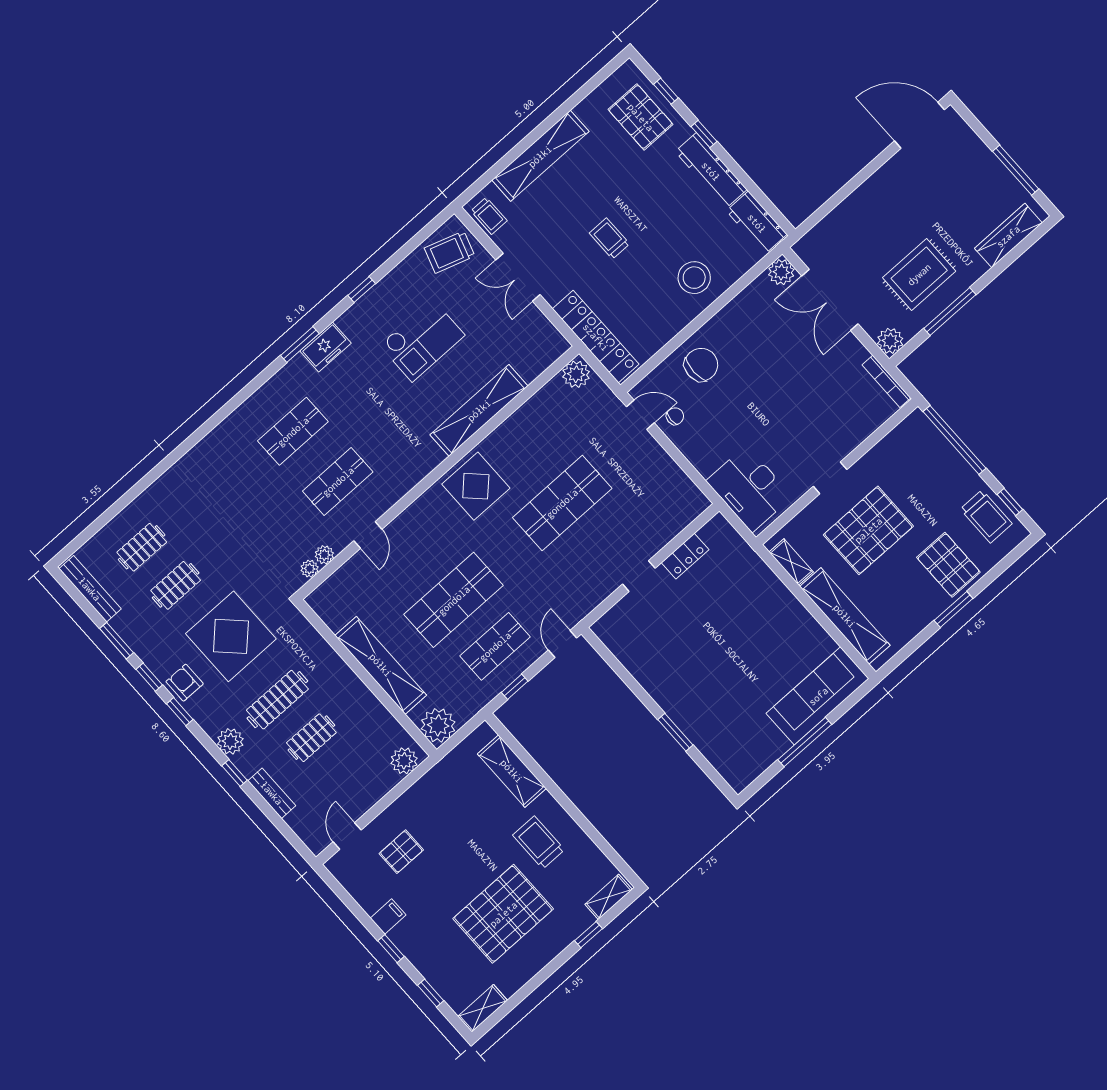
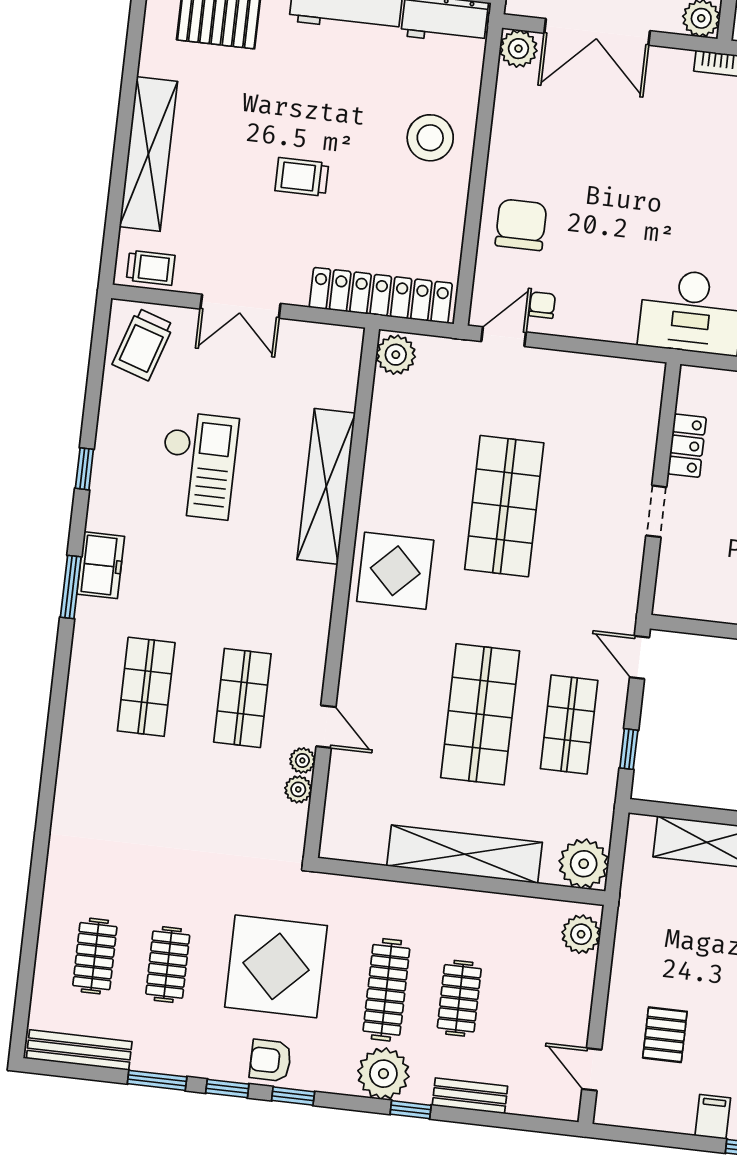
plant: (310, 569) -> (302, 760), moved
plant: (230, 741) -> (383, 1074), width x1.36, depth x1.36

